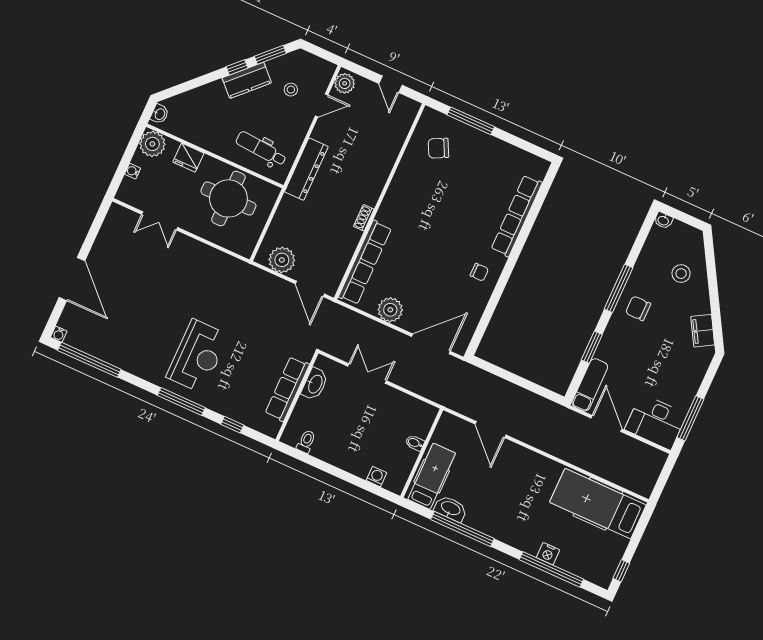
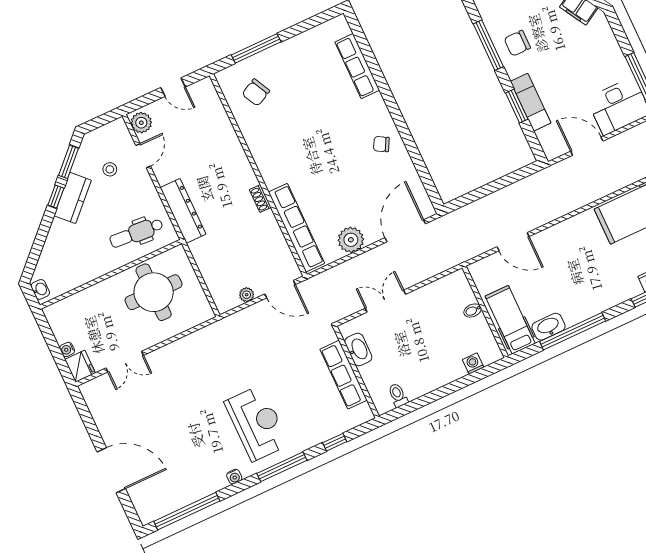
plant: (152, 144) -> (59, 315), removed
fridge: (188, 158) -> (80, 366), moved, turned -90
row of seats: (517, 216) -> (357, 66), width x0.73
plant: (282, 260) -> (247, 295), width x0.53, depth x0.53
chair: (479, 272) -> (381, 144), turned -151
water cooler: (59, 334) -> (234, 477), moved
exam couch: (590, 385) -> (531, 102), moved

